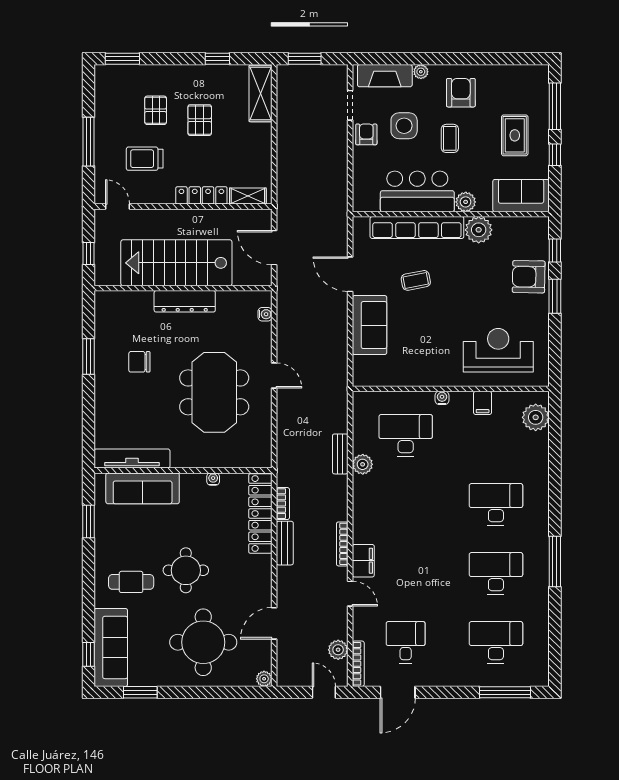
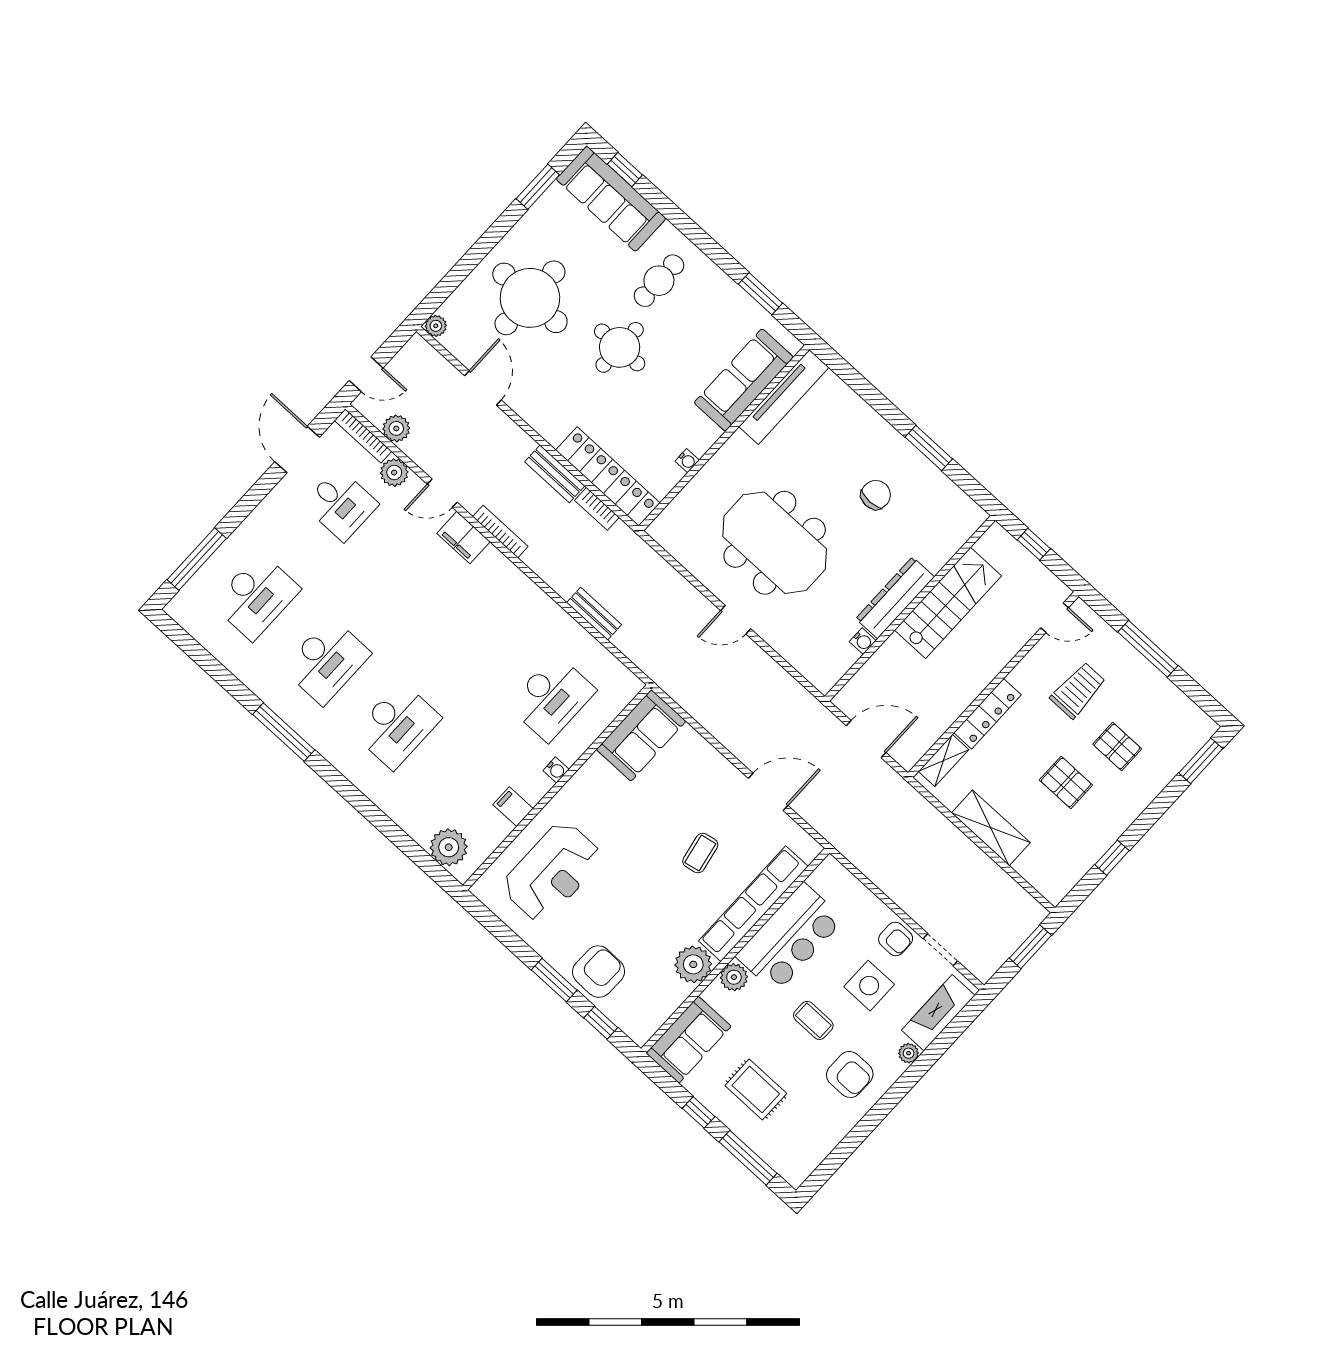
shelving: (261, 94) -> (991, 828), moved
stairs: (176, 263) -> (948, 603), width x0.73, depth x0.66
water cooler: (265, 314) -> (863, 641), moved, turned -90
sofa: (370, 325) -> (641, 735), moved, turned -90
plant: (363, 464) -> (394, 473), moved

